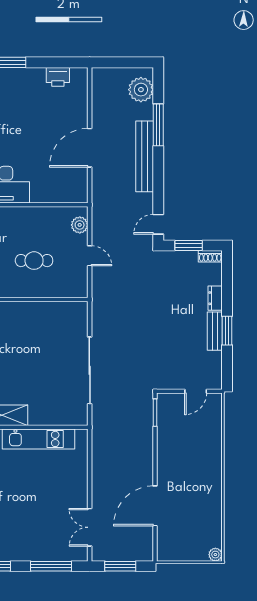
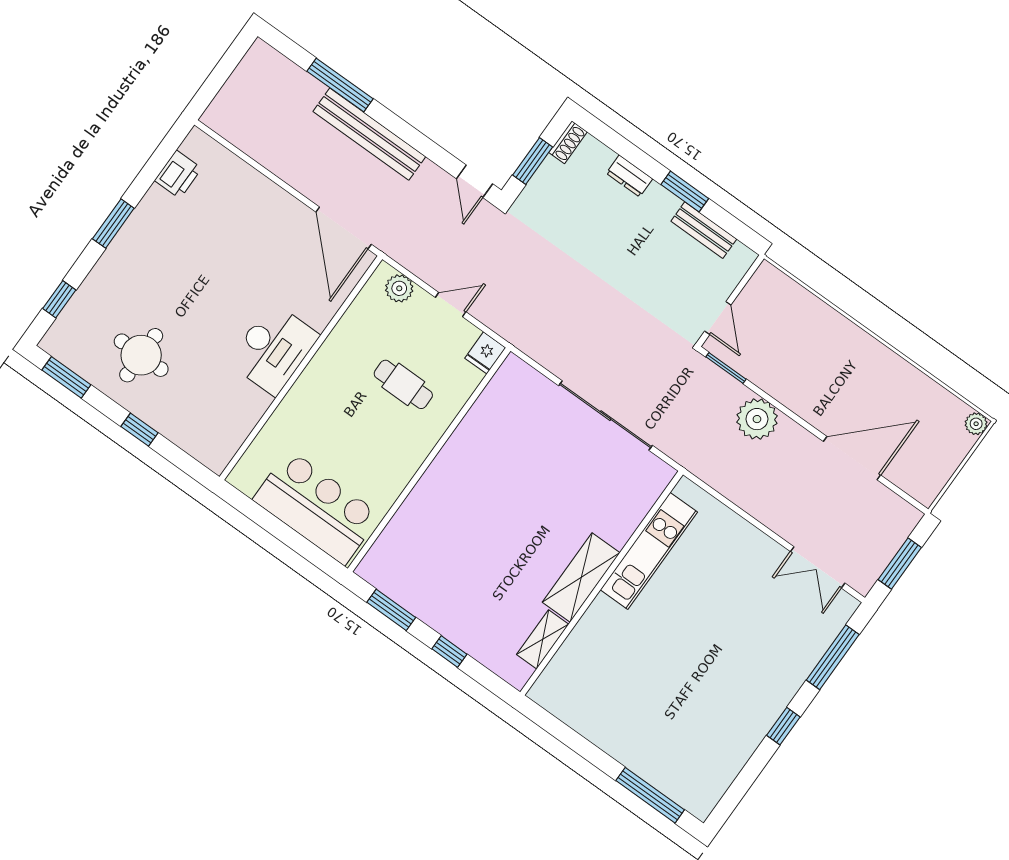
plant: (141, 90) -> (757, 419), moved
door: (90, 148) -> (344, 228), moved
cafe table: (34, 261) -> (403, 384), turned 90
fridge: (78, 290) -> (485, 353), added
bench: (215, 331) -> (704, 230), moved
door: (196, 391) -> (718, 318), moved
door: (155, 506) -> (852, 458), swing flipped

